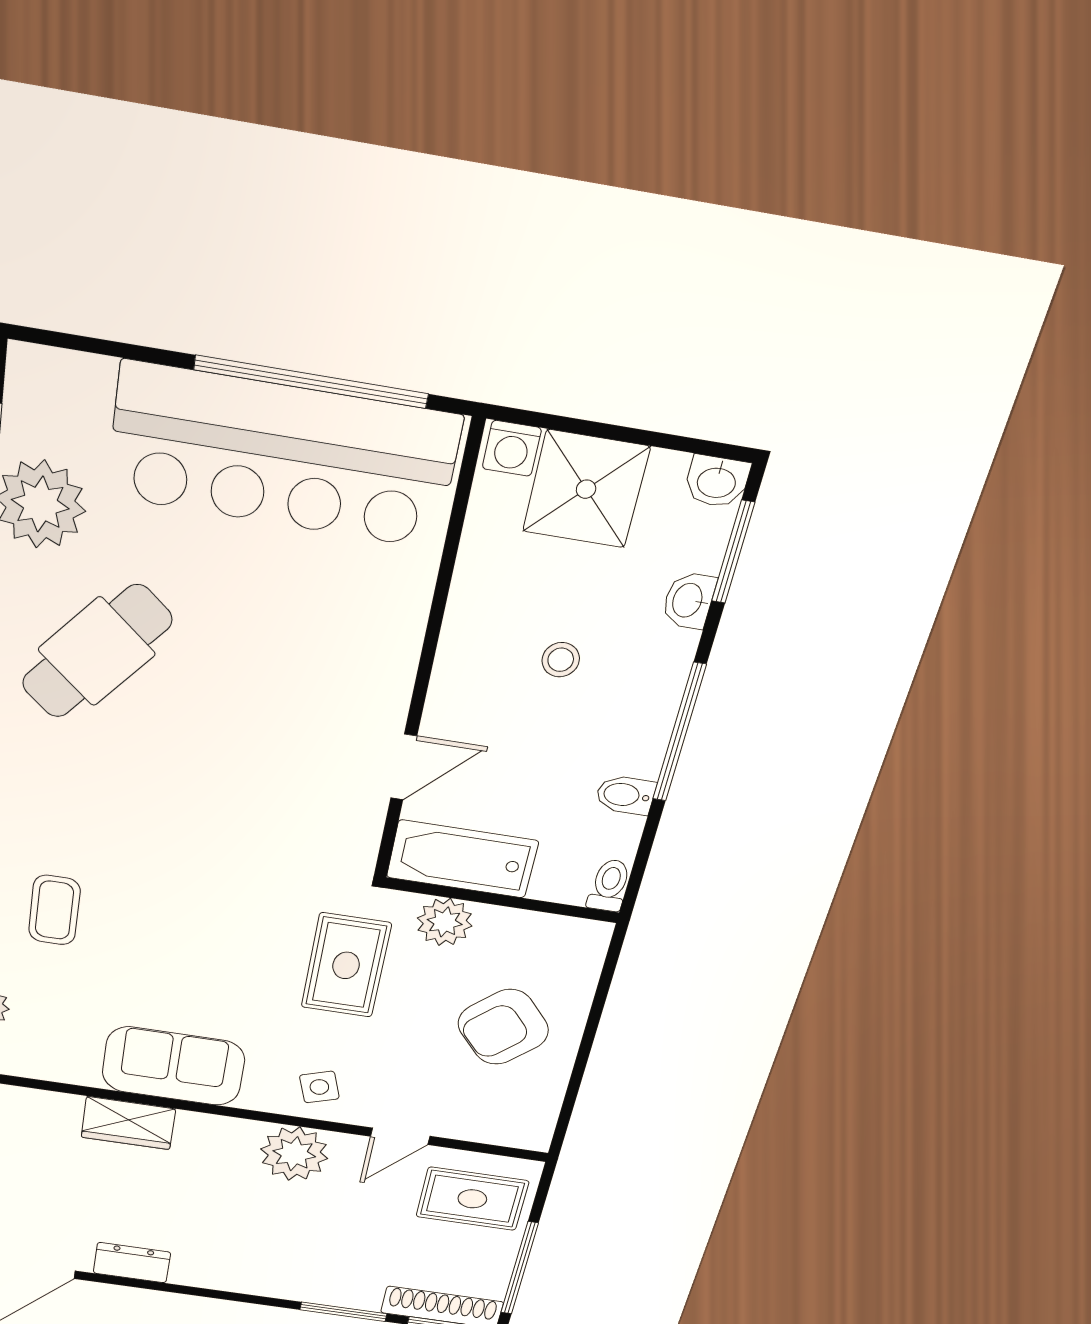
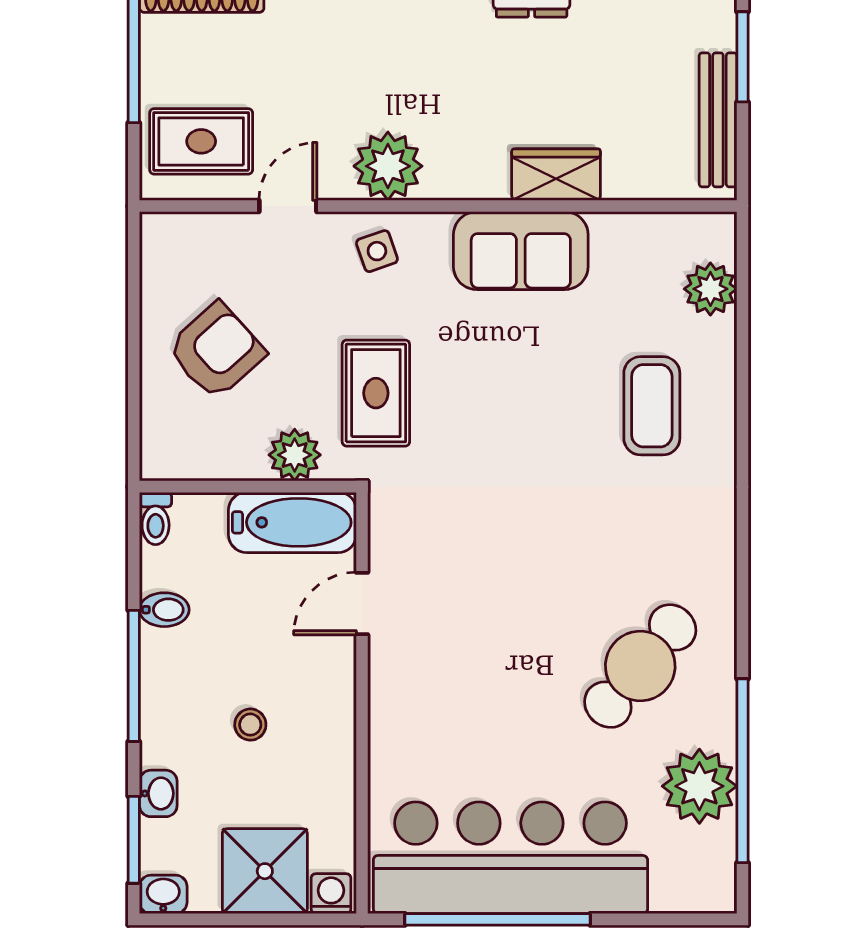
coffee table: (54, 910) -> (652, 406), width x1.36, depth x1.30

